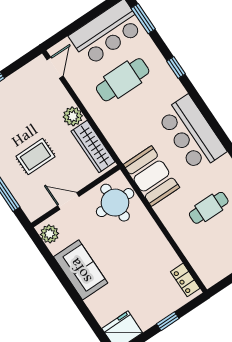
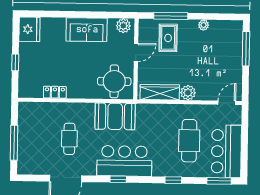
door: (55, 68) -> (227, 103), swing flipped
window: (216, 126) -> (118, 179), added
rug: (35, 157) -> (168, 38), moved
locker: (185, 280) -> (55, 92), moved

